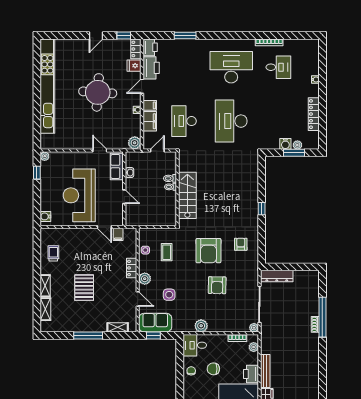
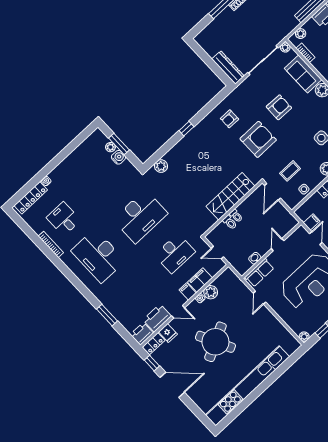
door: (96, 35) -> (172, 385), width x1.88
round table: (98, 92) -> (215, 342), turned -31
locker: (314, 114) -> (31, 198), moved
plant: (135, 143) -> (211, 292), moved
plant: (252, 167) -> (161, 166), added
door: (164, 227) -> (273, 192), added
sofa: (224, 323) -> (303, 74), added

